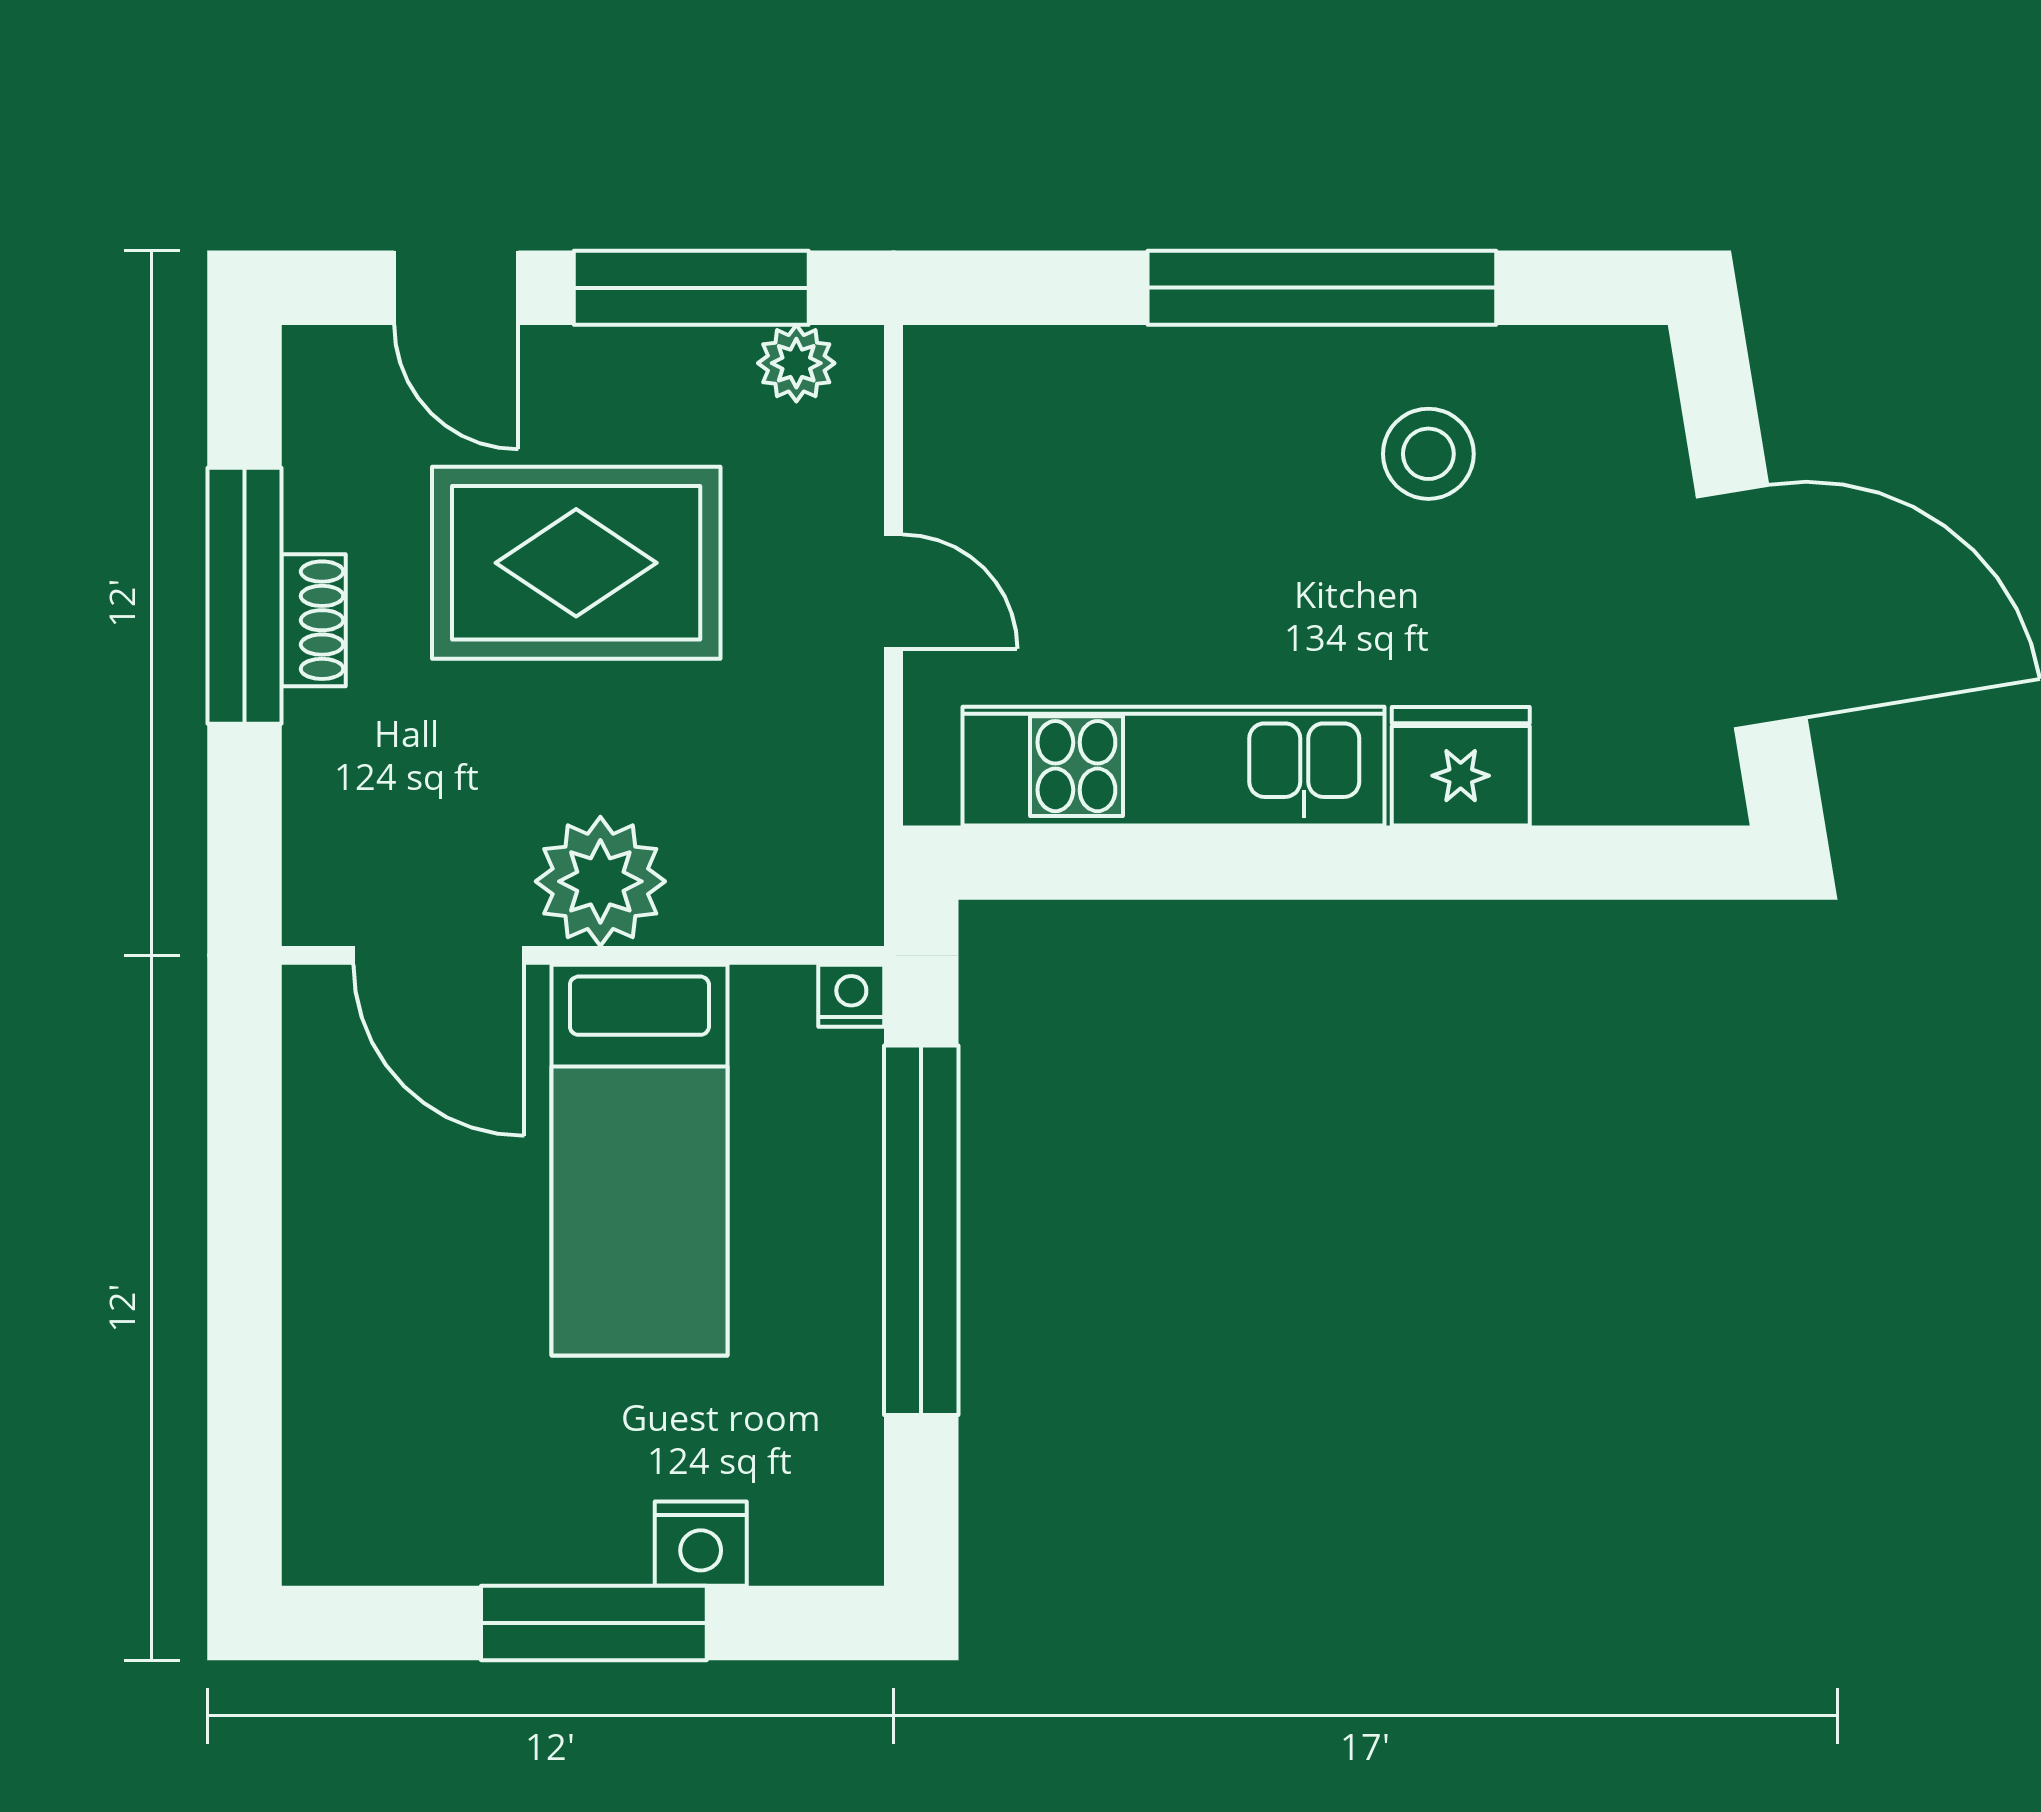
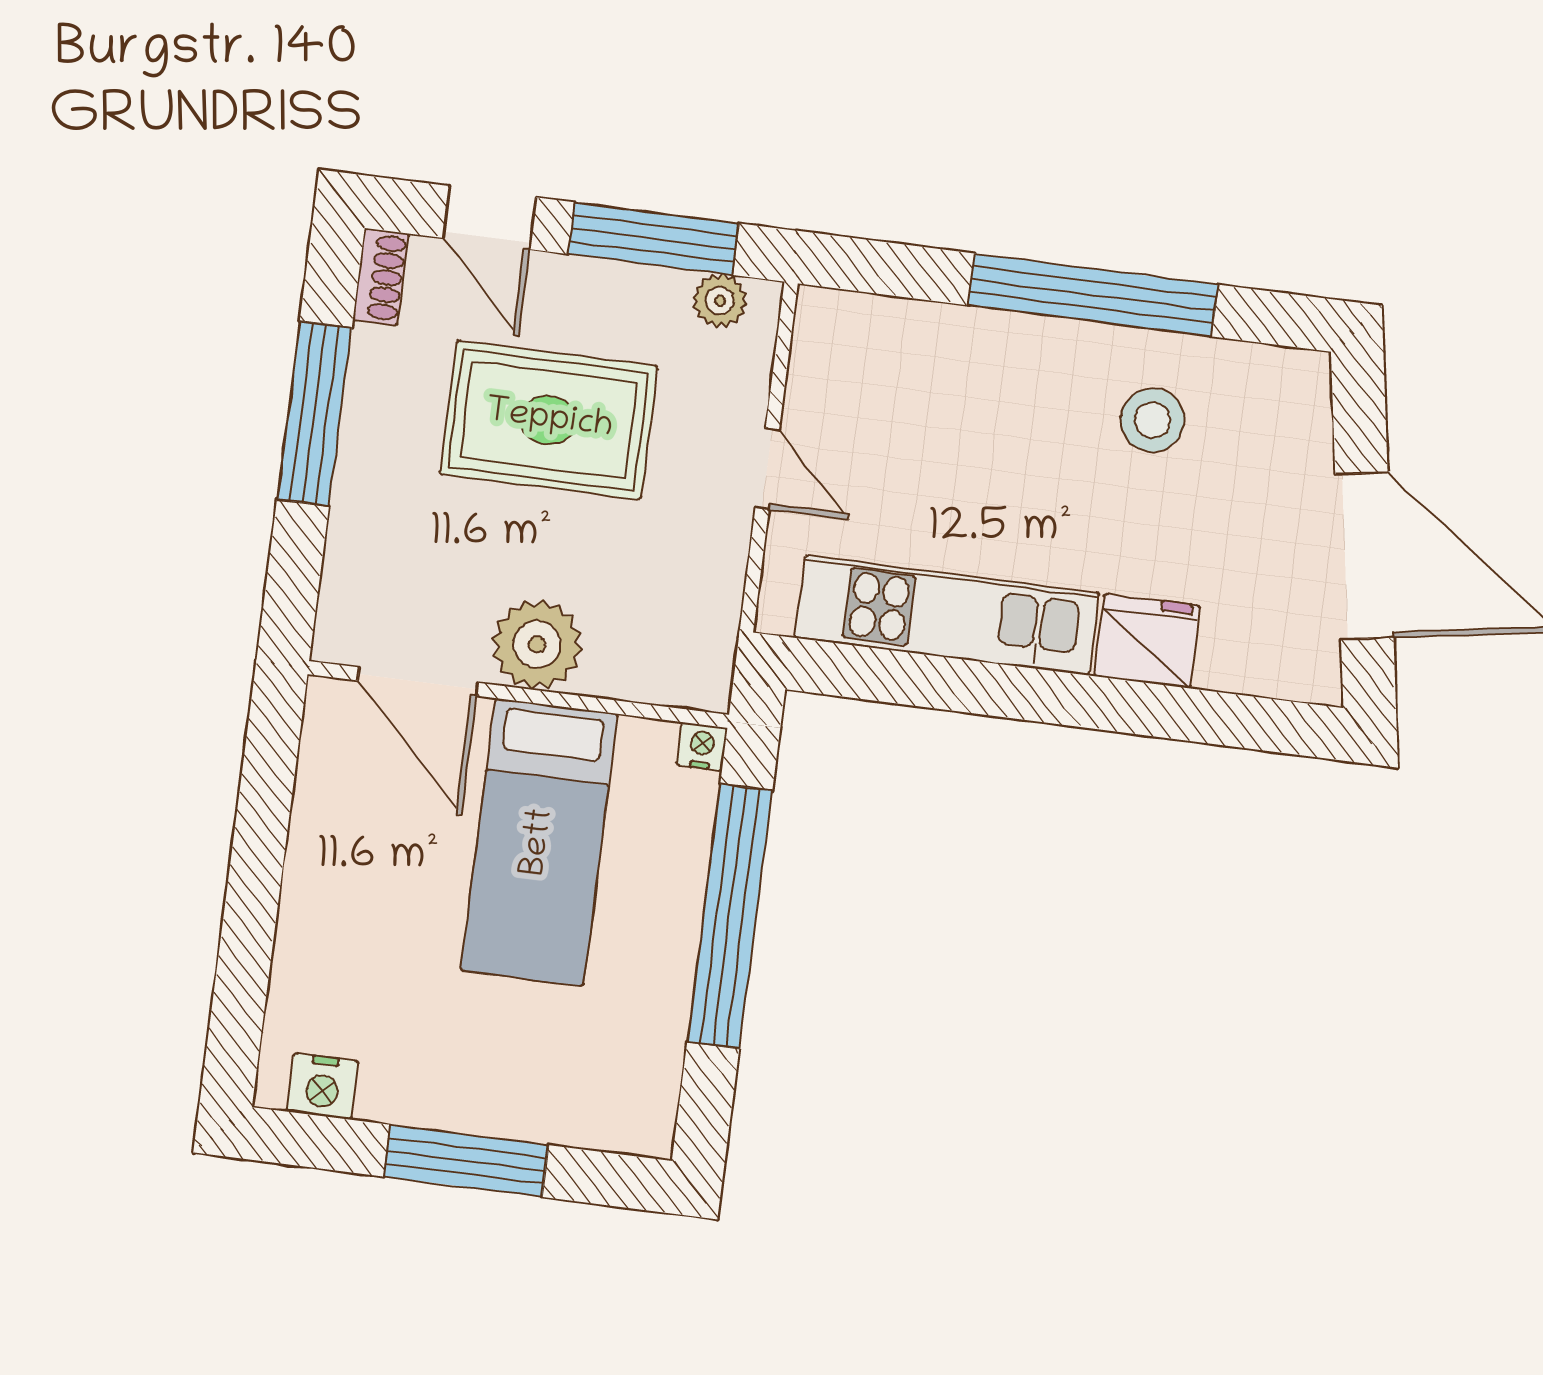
shoe rack: (314, 620) -> (381, 277), moved
nightstand: (701, 1544) -> (323, 1086), moved

